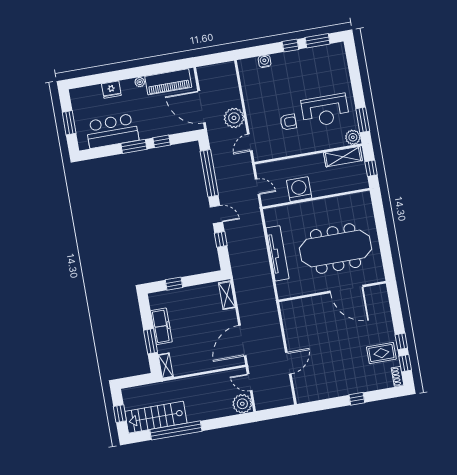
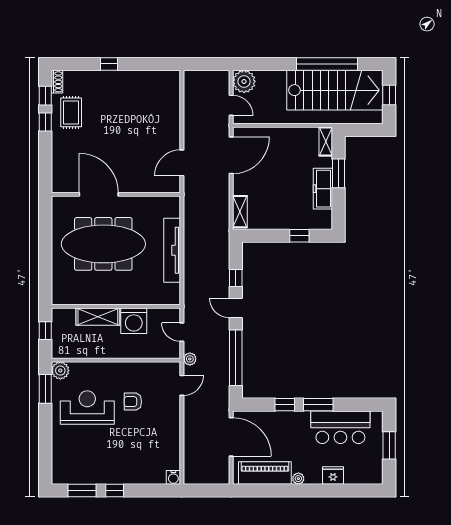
water cooler: (265, 61) -> (173, 477), moved
plant: (234, 118) -> (190, 359), moved, width x0.53, depth x0.53
shelving: (343, 157) -> (98, 317), moved
rug: (381, 353) -> (71, 112), turned 90
door: (288, 363) -> (182, 163), moved
stairs: (156, 417) -> (335, 90), width x1.36, depth x1.51

